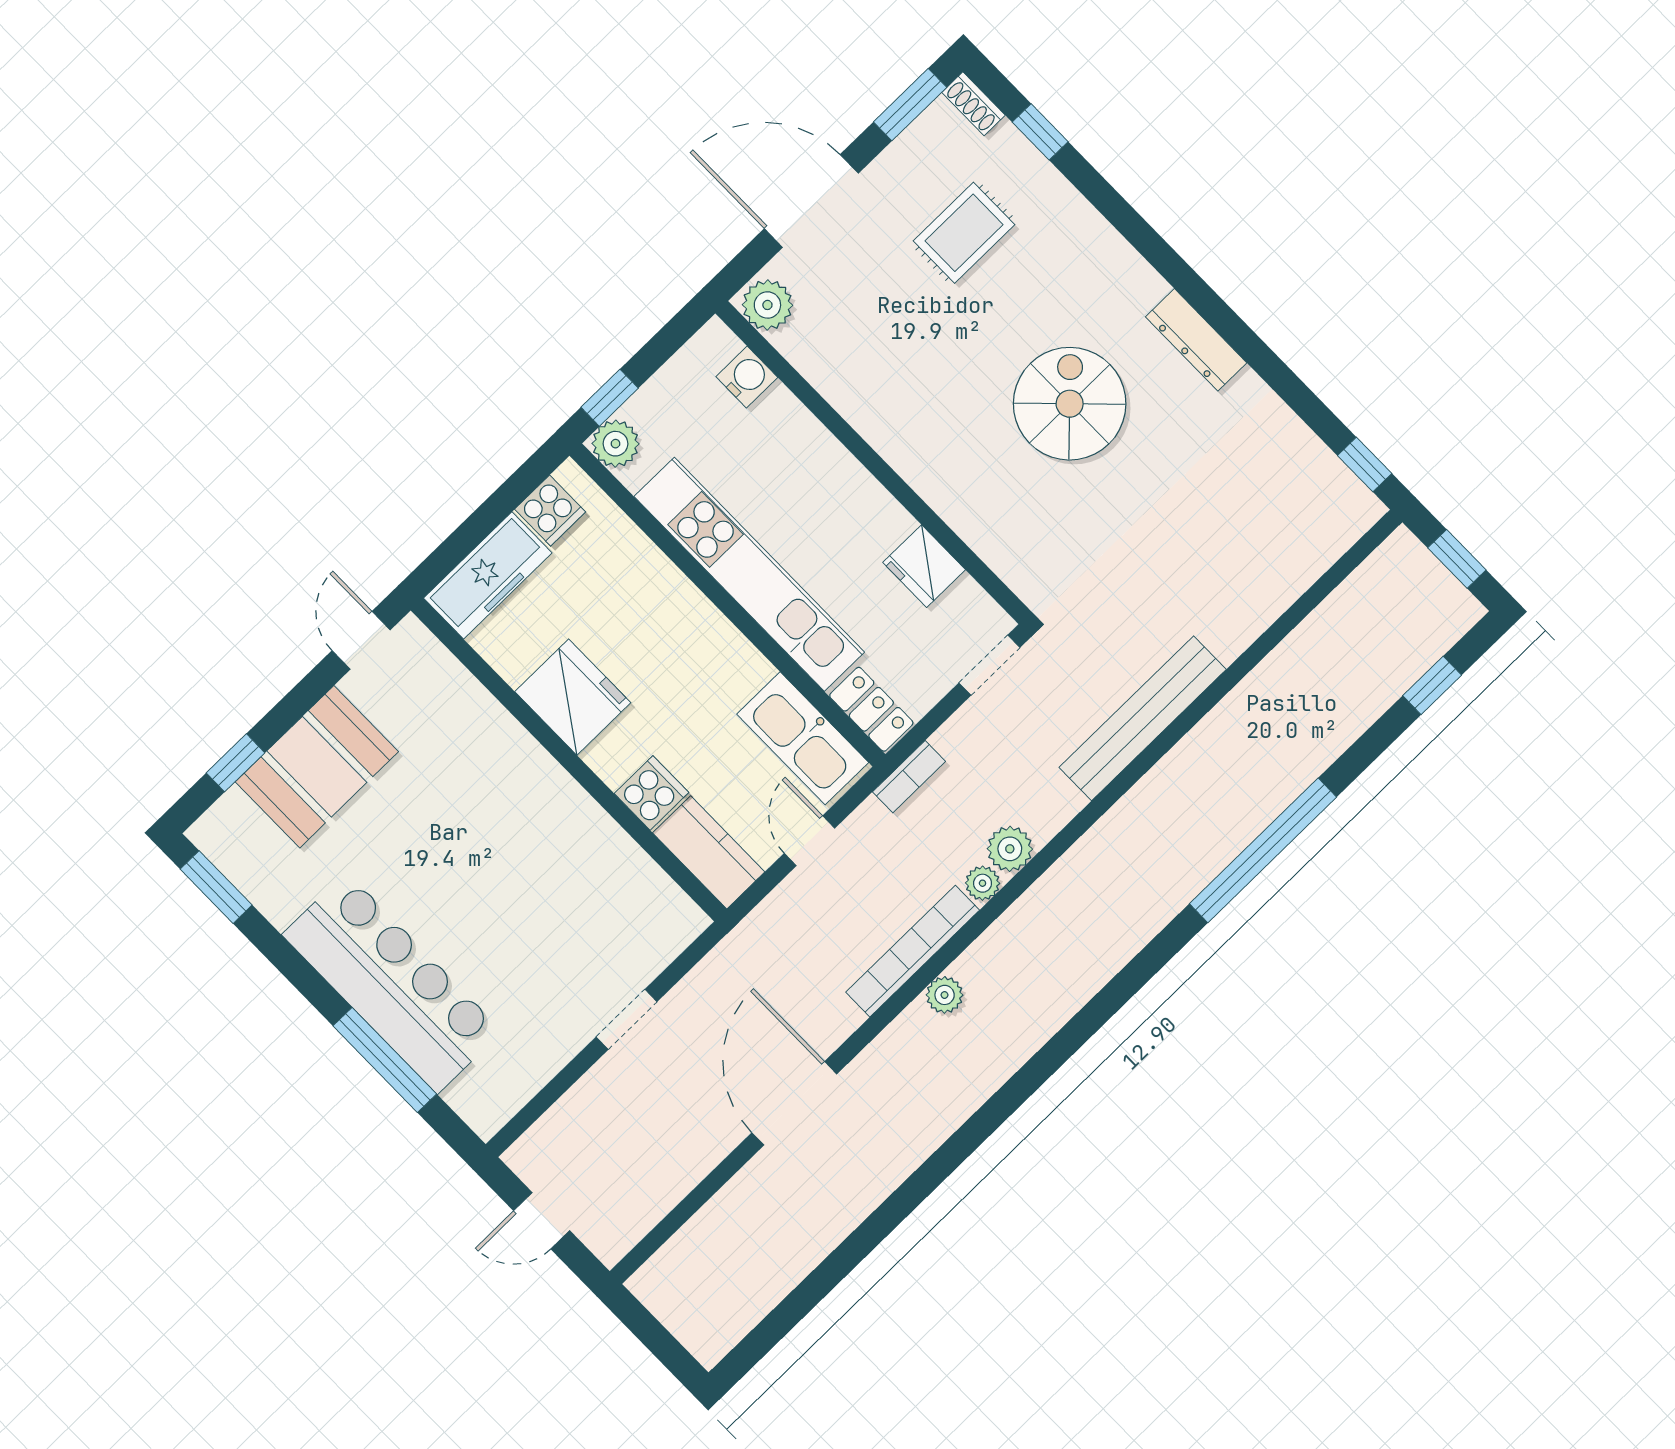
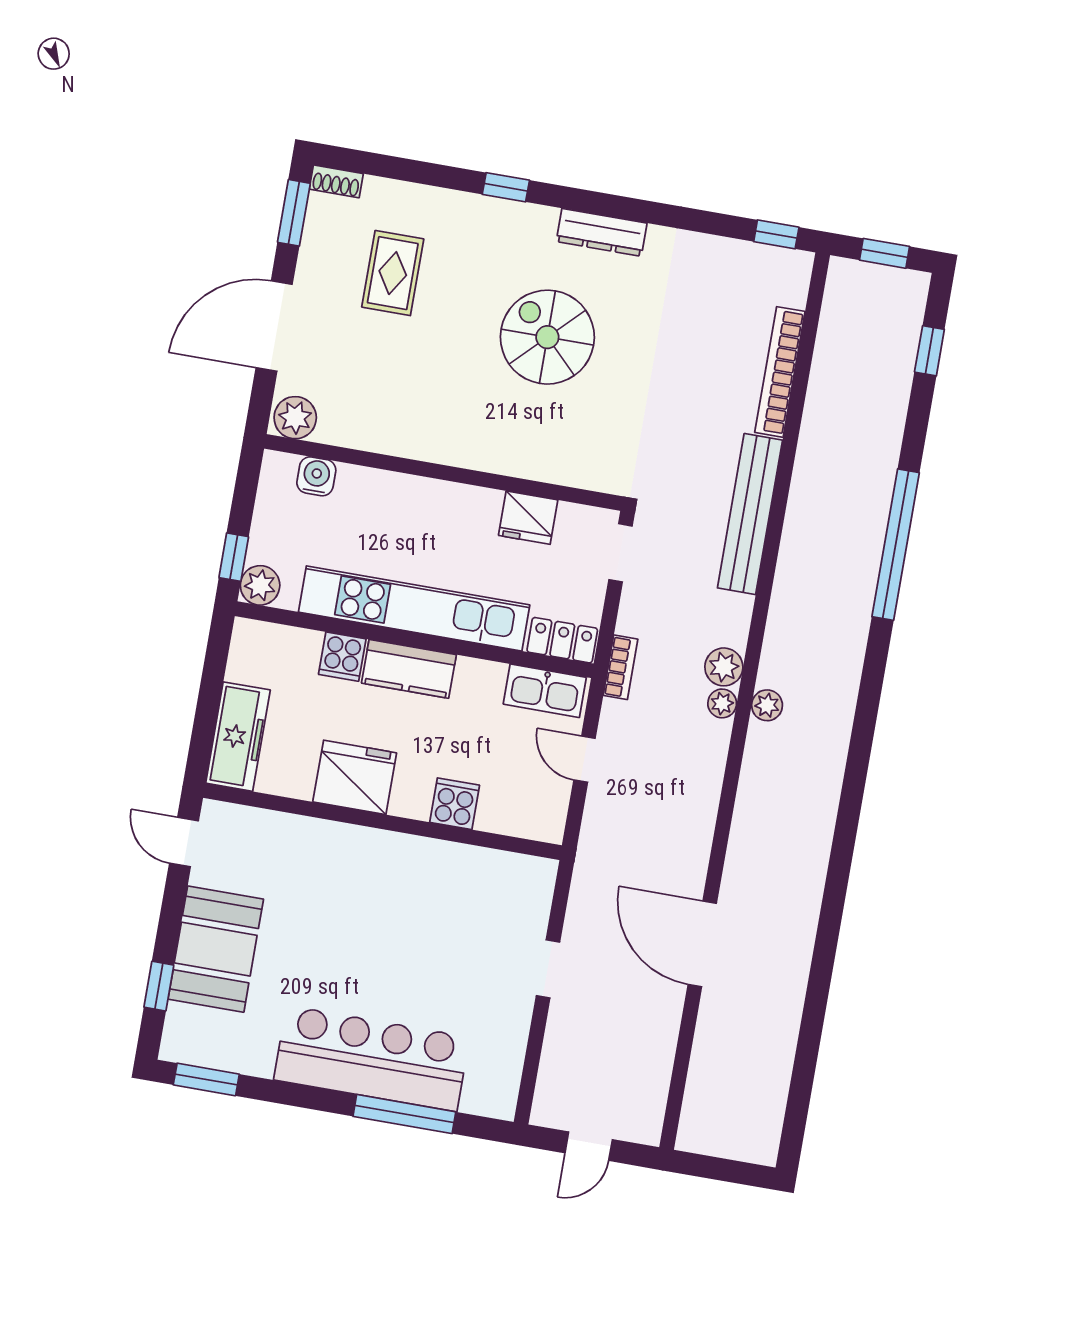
window: (1040, 132) -> (506, 187), moved
cooker: (550, 511) -> (342, 657), moved, turned 90
kitchen sink: (803, 738) -> (545, 691), width x0.73, depth x0.81
kitchen counter: (709, 852) -> (409, 669), moved, turned 180
bookcase: (913, 951) -> (780, 372), moved
plant: (945, 995) -> (767, 705), moved

